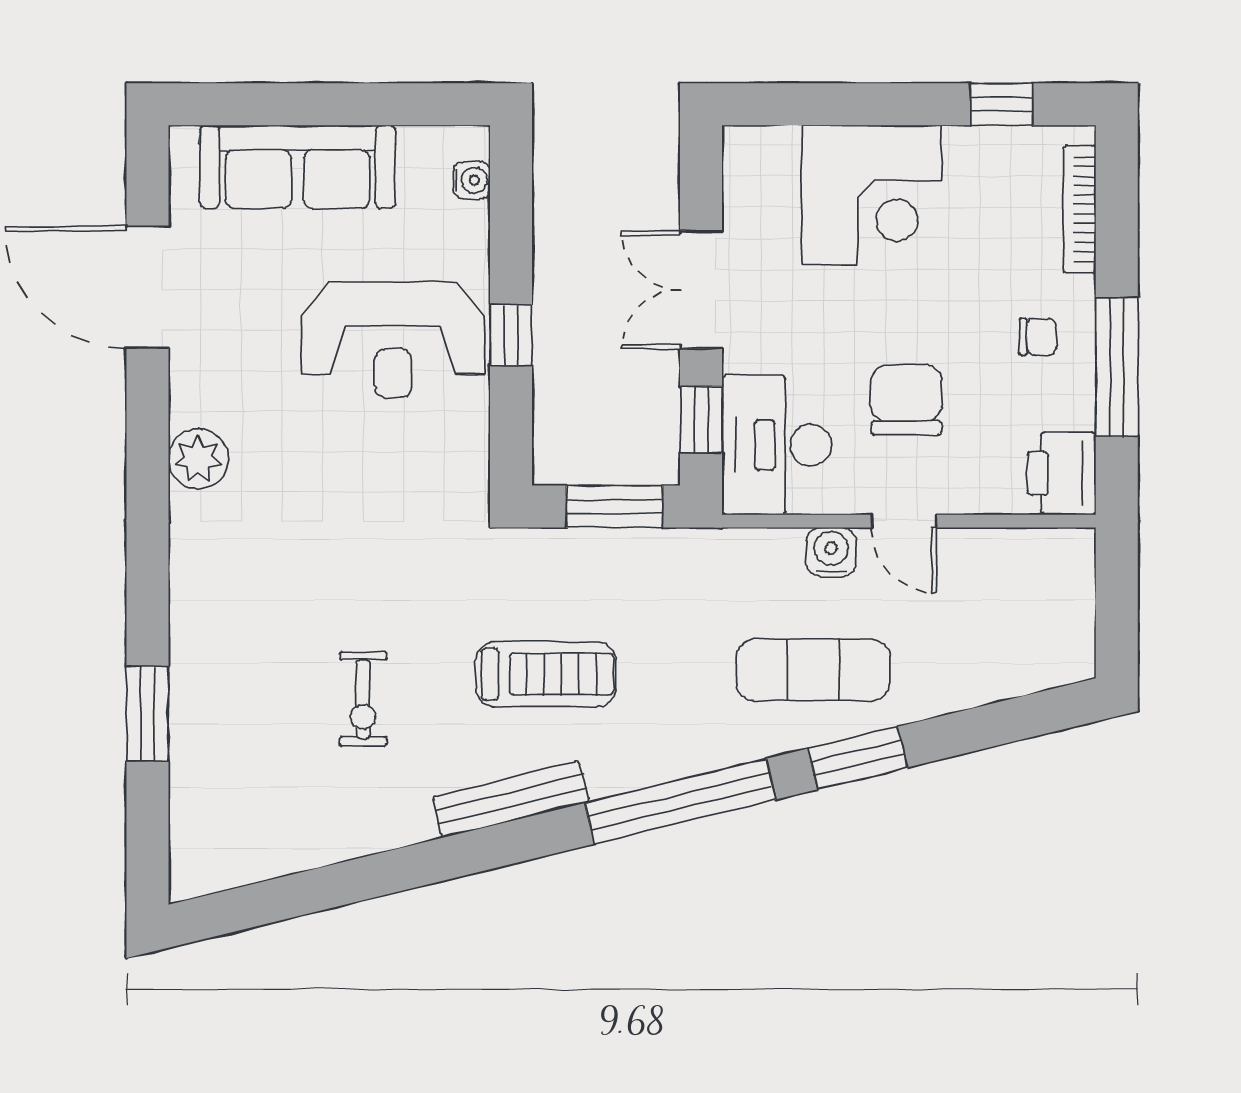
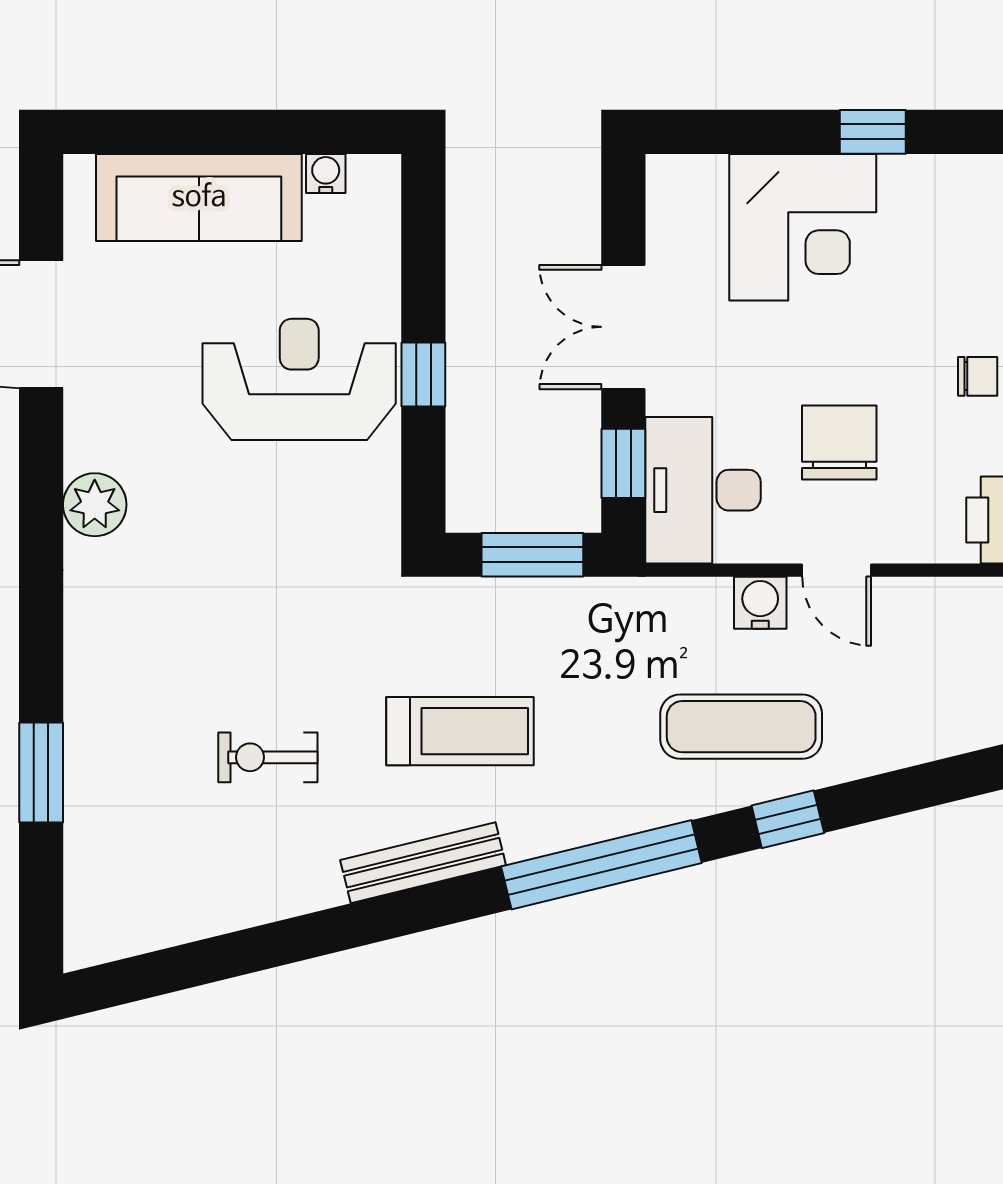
window: (1002, 104) -> (873, 132), moved
water cooler: (471, 180) -> (326, 173), moved, turned -90
reception desk: (393, 340) -> (299, 379), turned 180
exercise bike: (363, 699) -> (268, 757), turned 90
window: (858, 758) -> (788, 819), width x0.67

